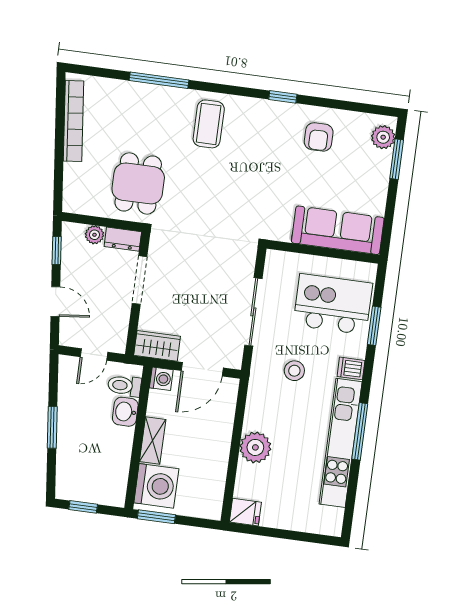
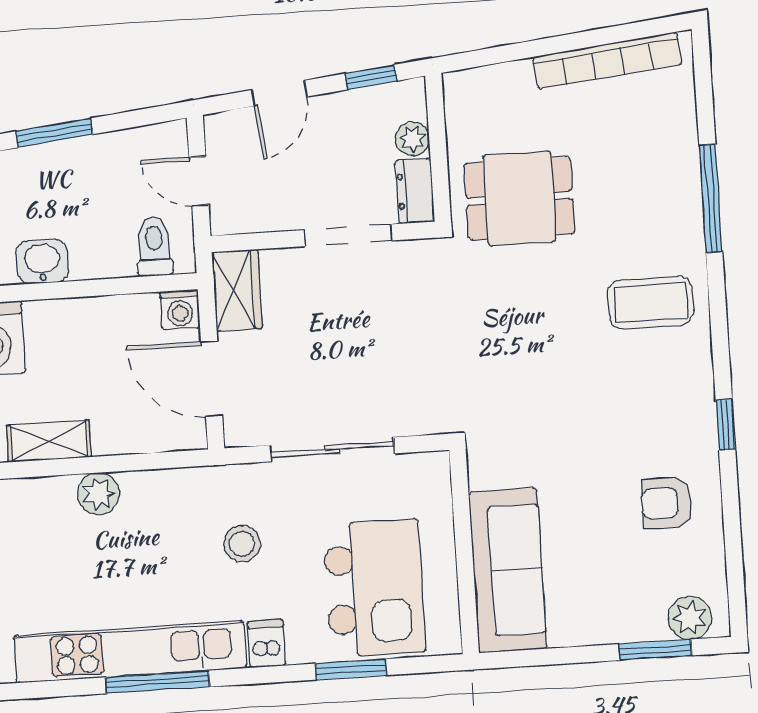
washbasin: (125, 412) -> (42, 262), moved
shelving: (153, 440) -> (49, 441), moved
plant: (255, 447) -> (99, 494), width x0.73, depth x0.73

